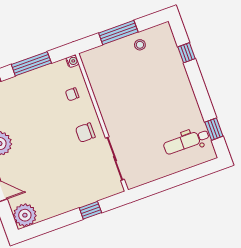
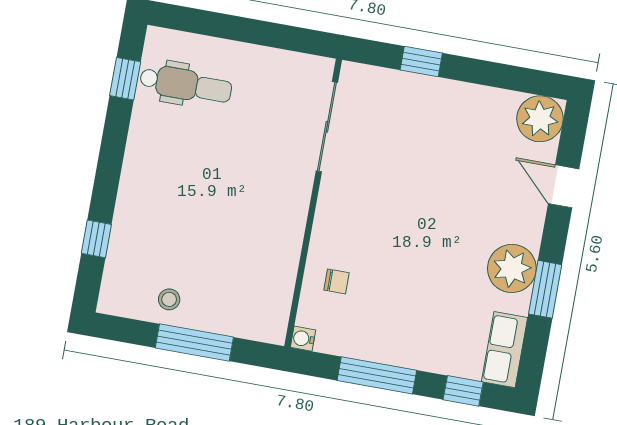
chair: (85, 133) -> (352, 202), removed

